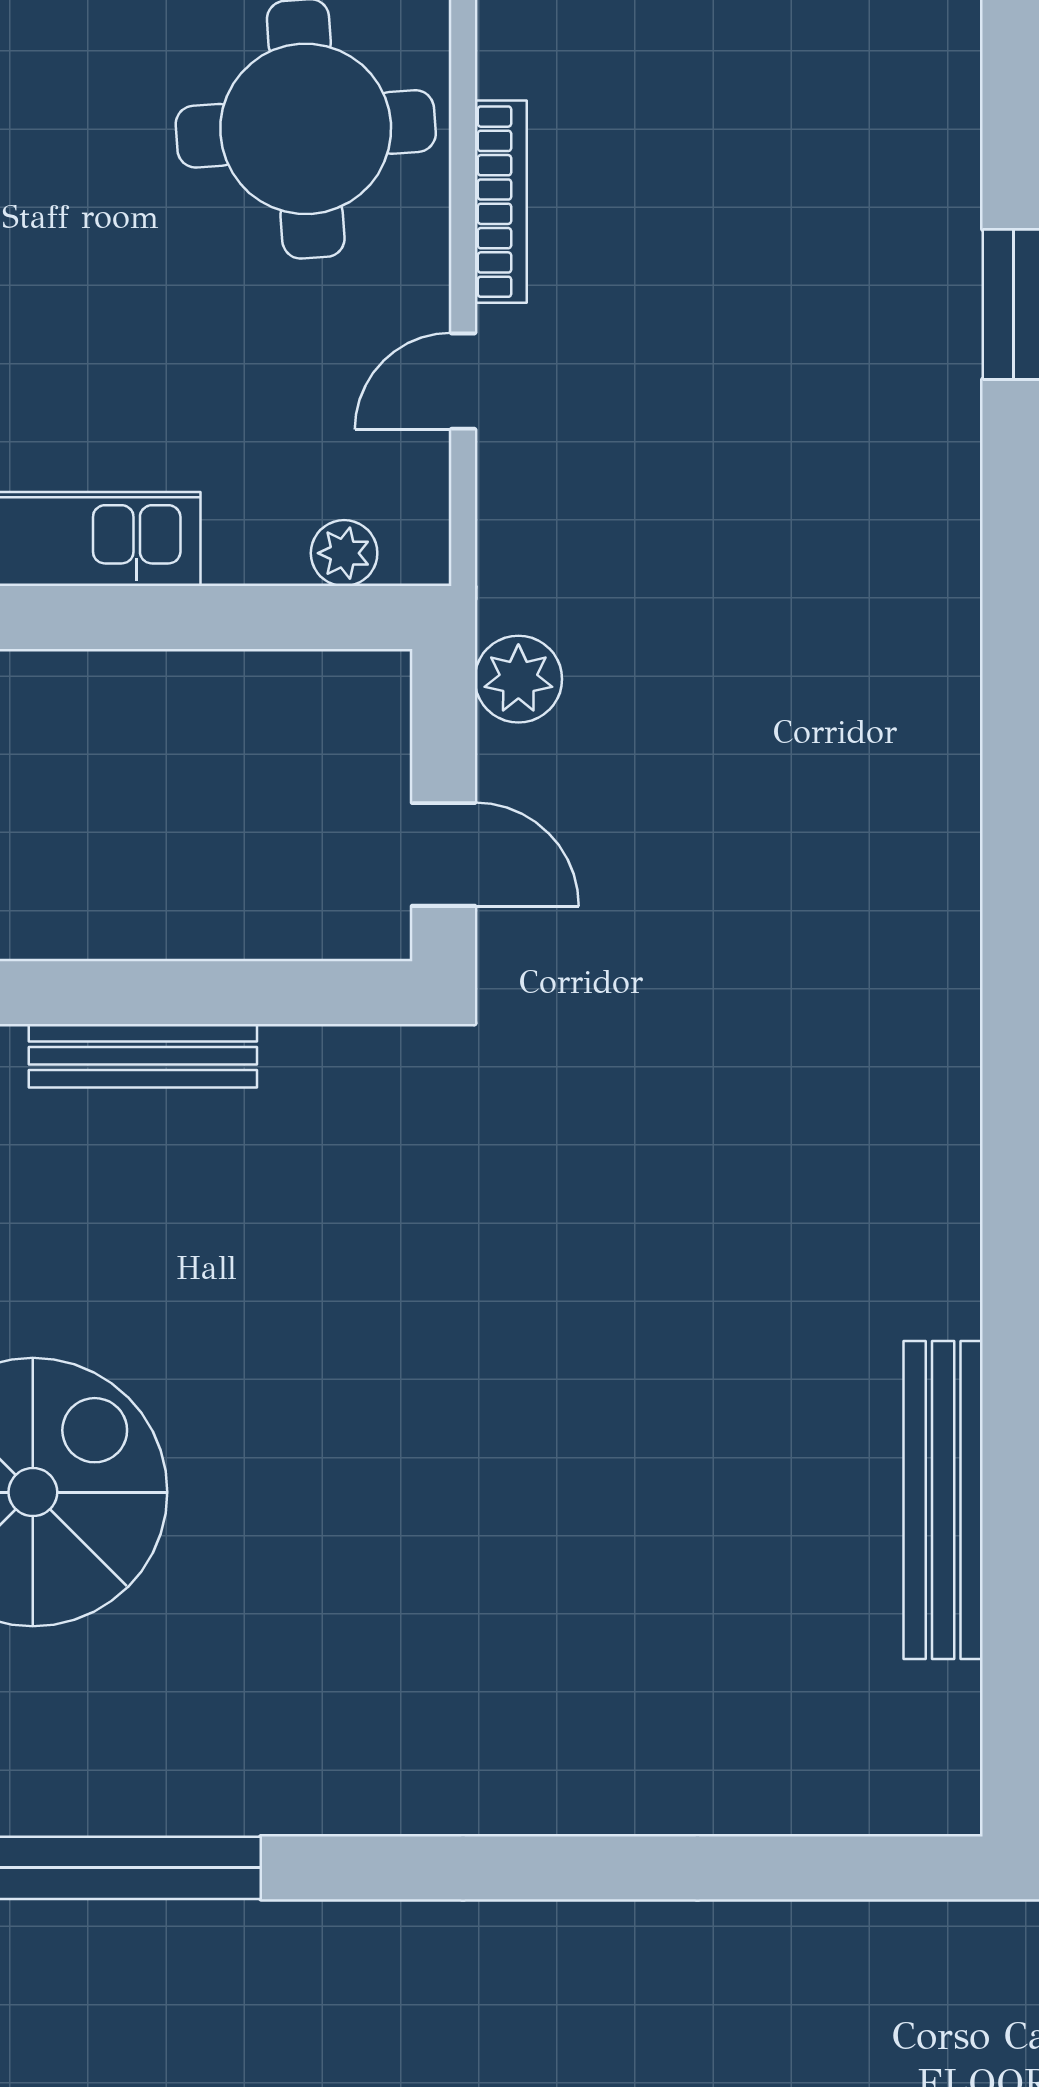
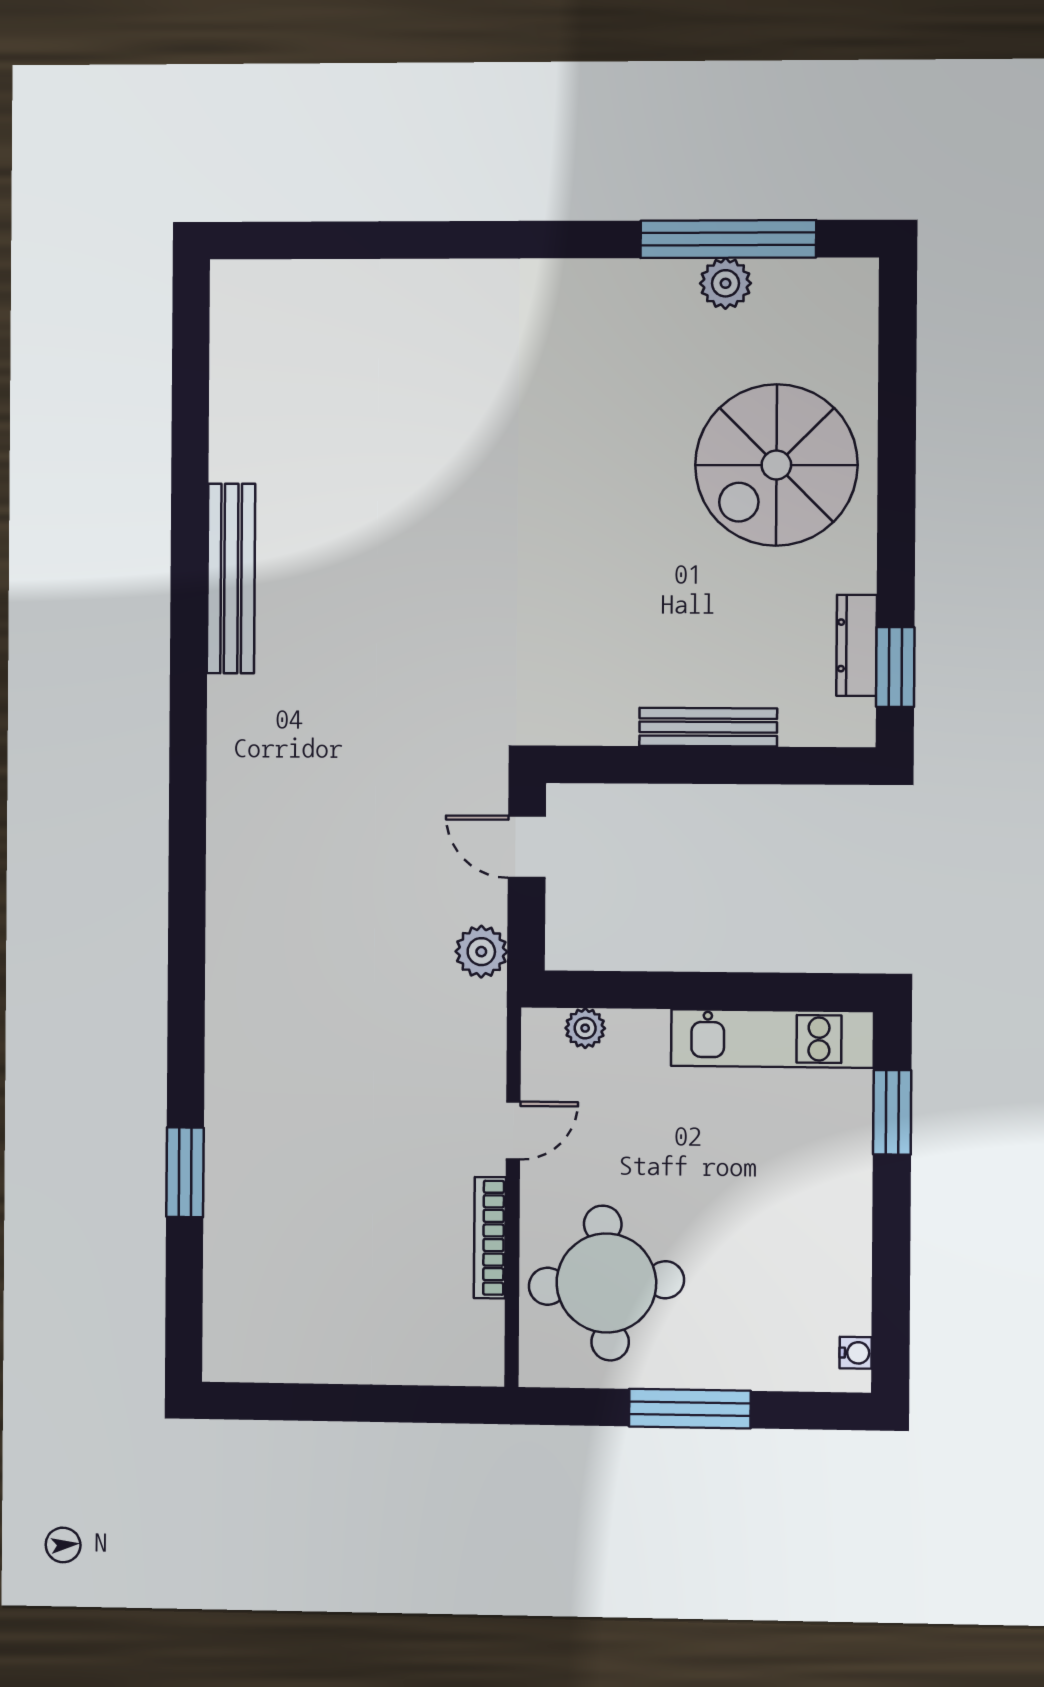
bench: (943, 1500) -> (231, 578), moved
plant: (119, 1794) -> (726, 283), added

